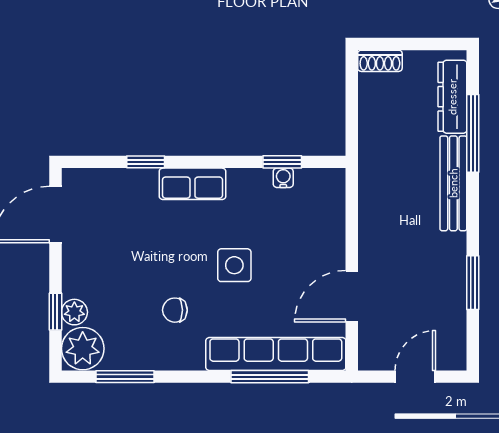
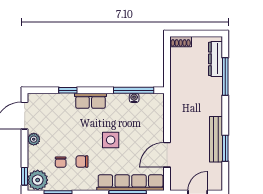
window: (282, 162) -> (134, 90), width x2.17
bench: (453, 183) -> (216, 139), moved
chair: (130, 311) -> (61, 162), added
window: (55, 312) -> (25, 176), moved
plant: (74, 312) -> (34, 139), moved

